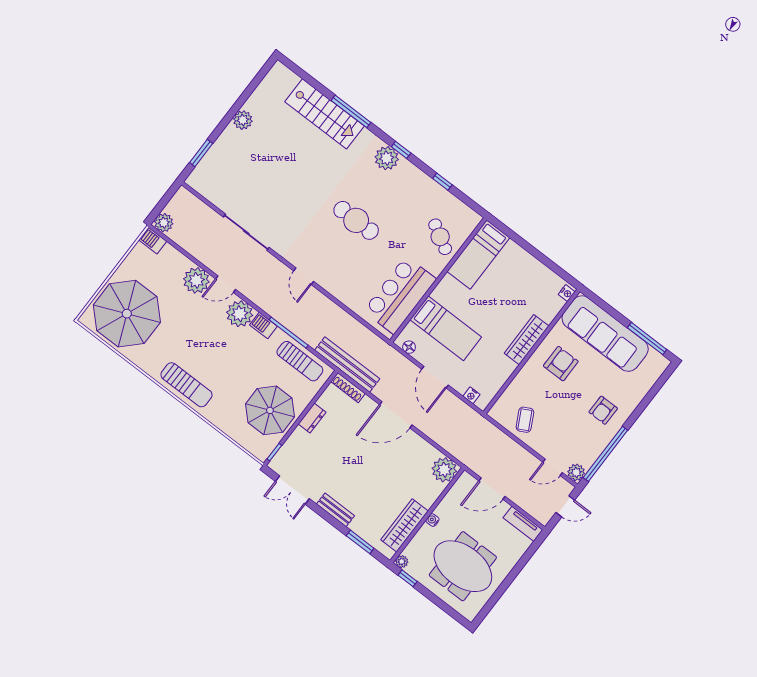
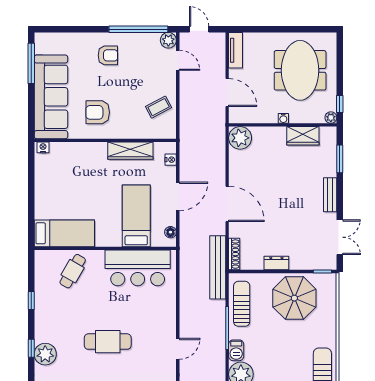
cafe table: (356, 220) -> (108, 342), turned 90
wardrobe: (527, 340) -> (130, 151), moved
wardrobe: (405, 525) -> (303, 136), width x0.67

